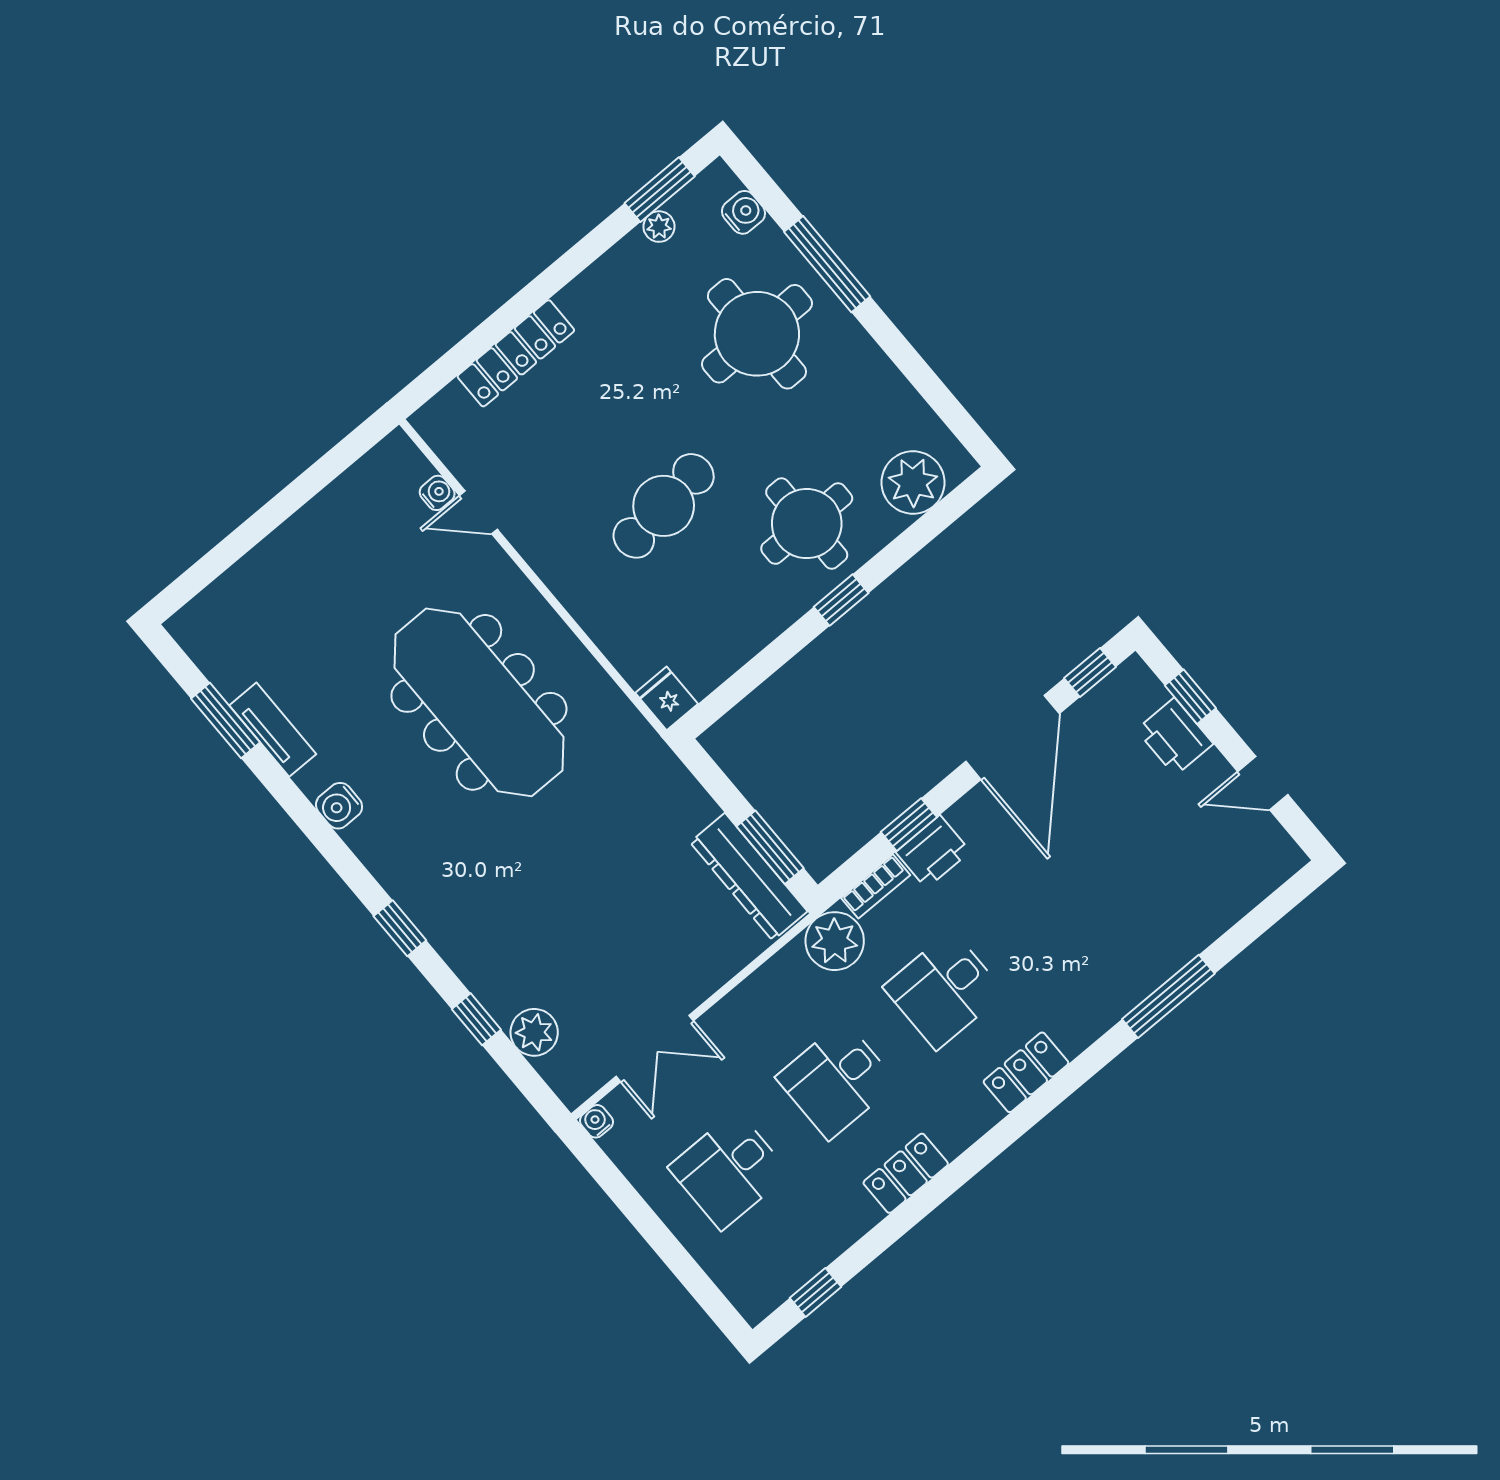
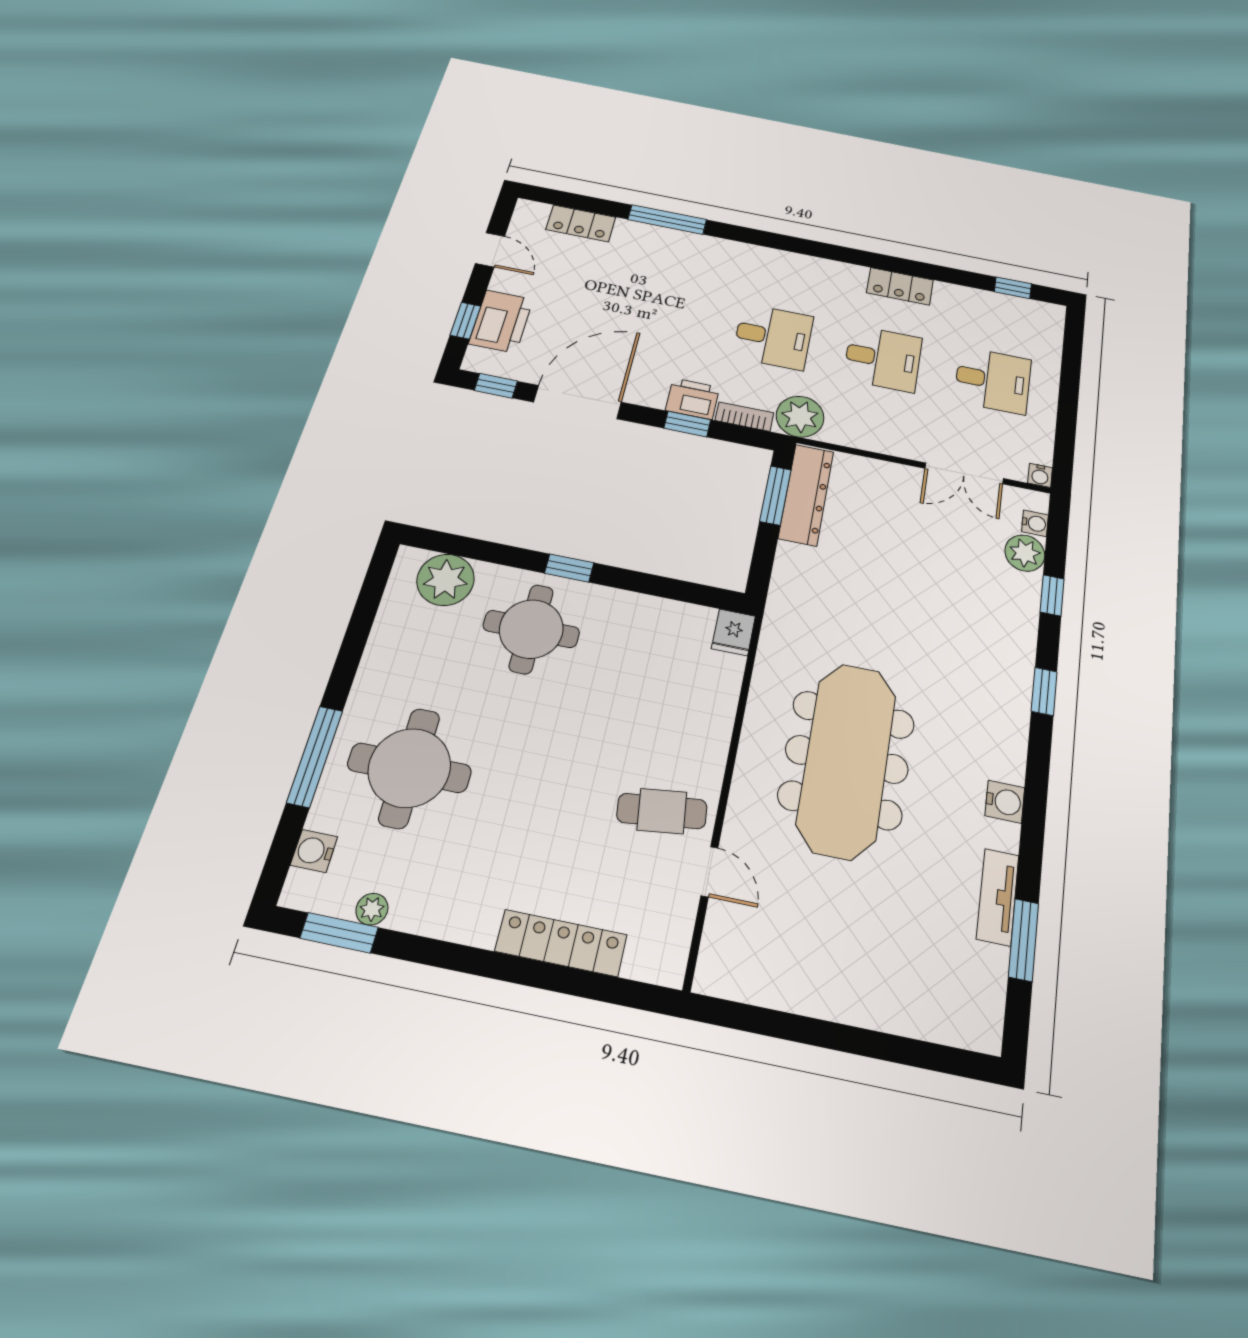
water cooler: (437, 493) -> (1035, 523), moved, turned 180
cafe table: (664, 506) -> (662, 811), moved, width x0.73, depth x0.74
printer: (1175, 737) -> (501, 321), width x1.37, depth x1.19
double door: (655, 1049) -> (964, 473), swing flipped
locker: (1026, 1072) -> (581, 223), moved

